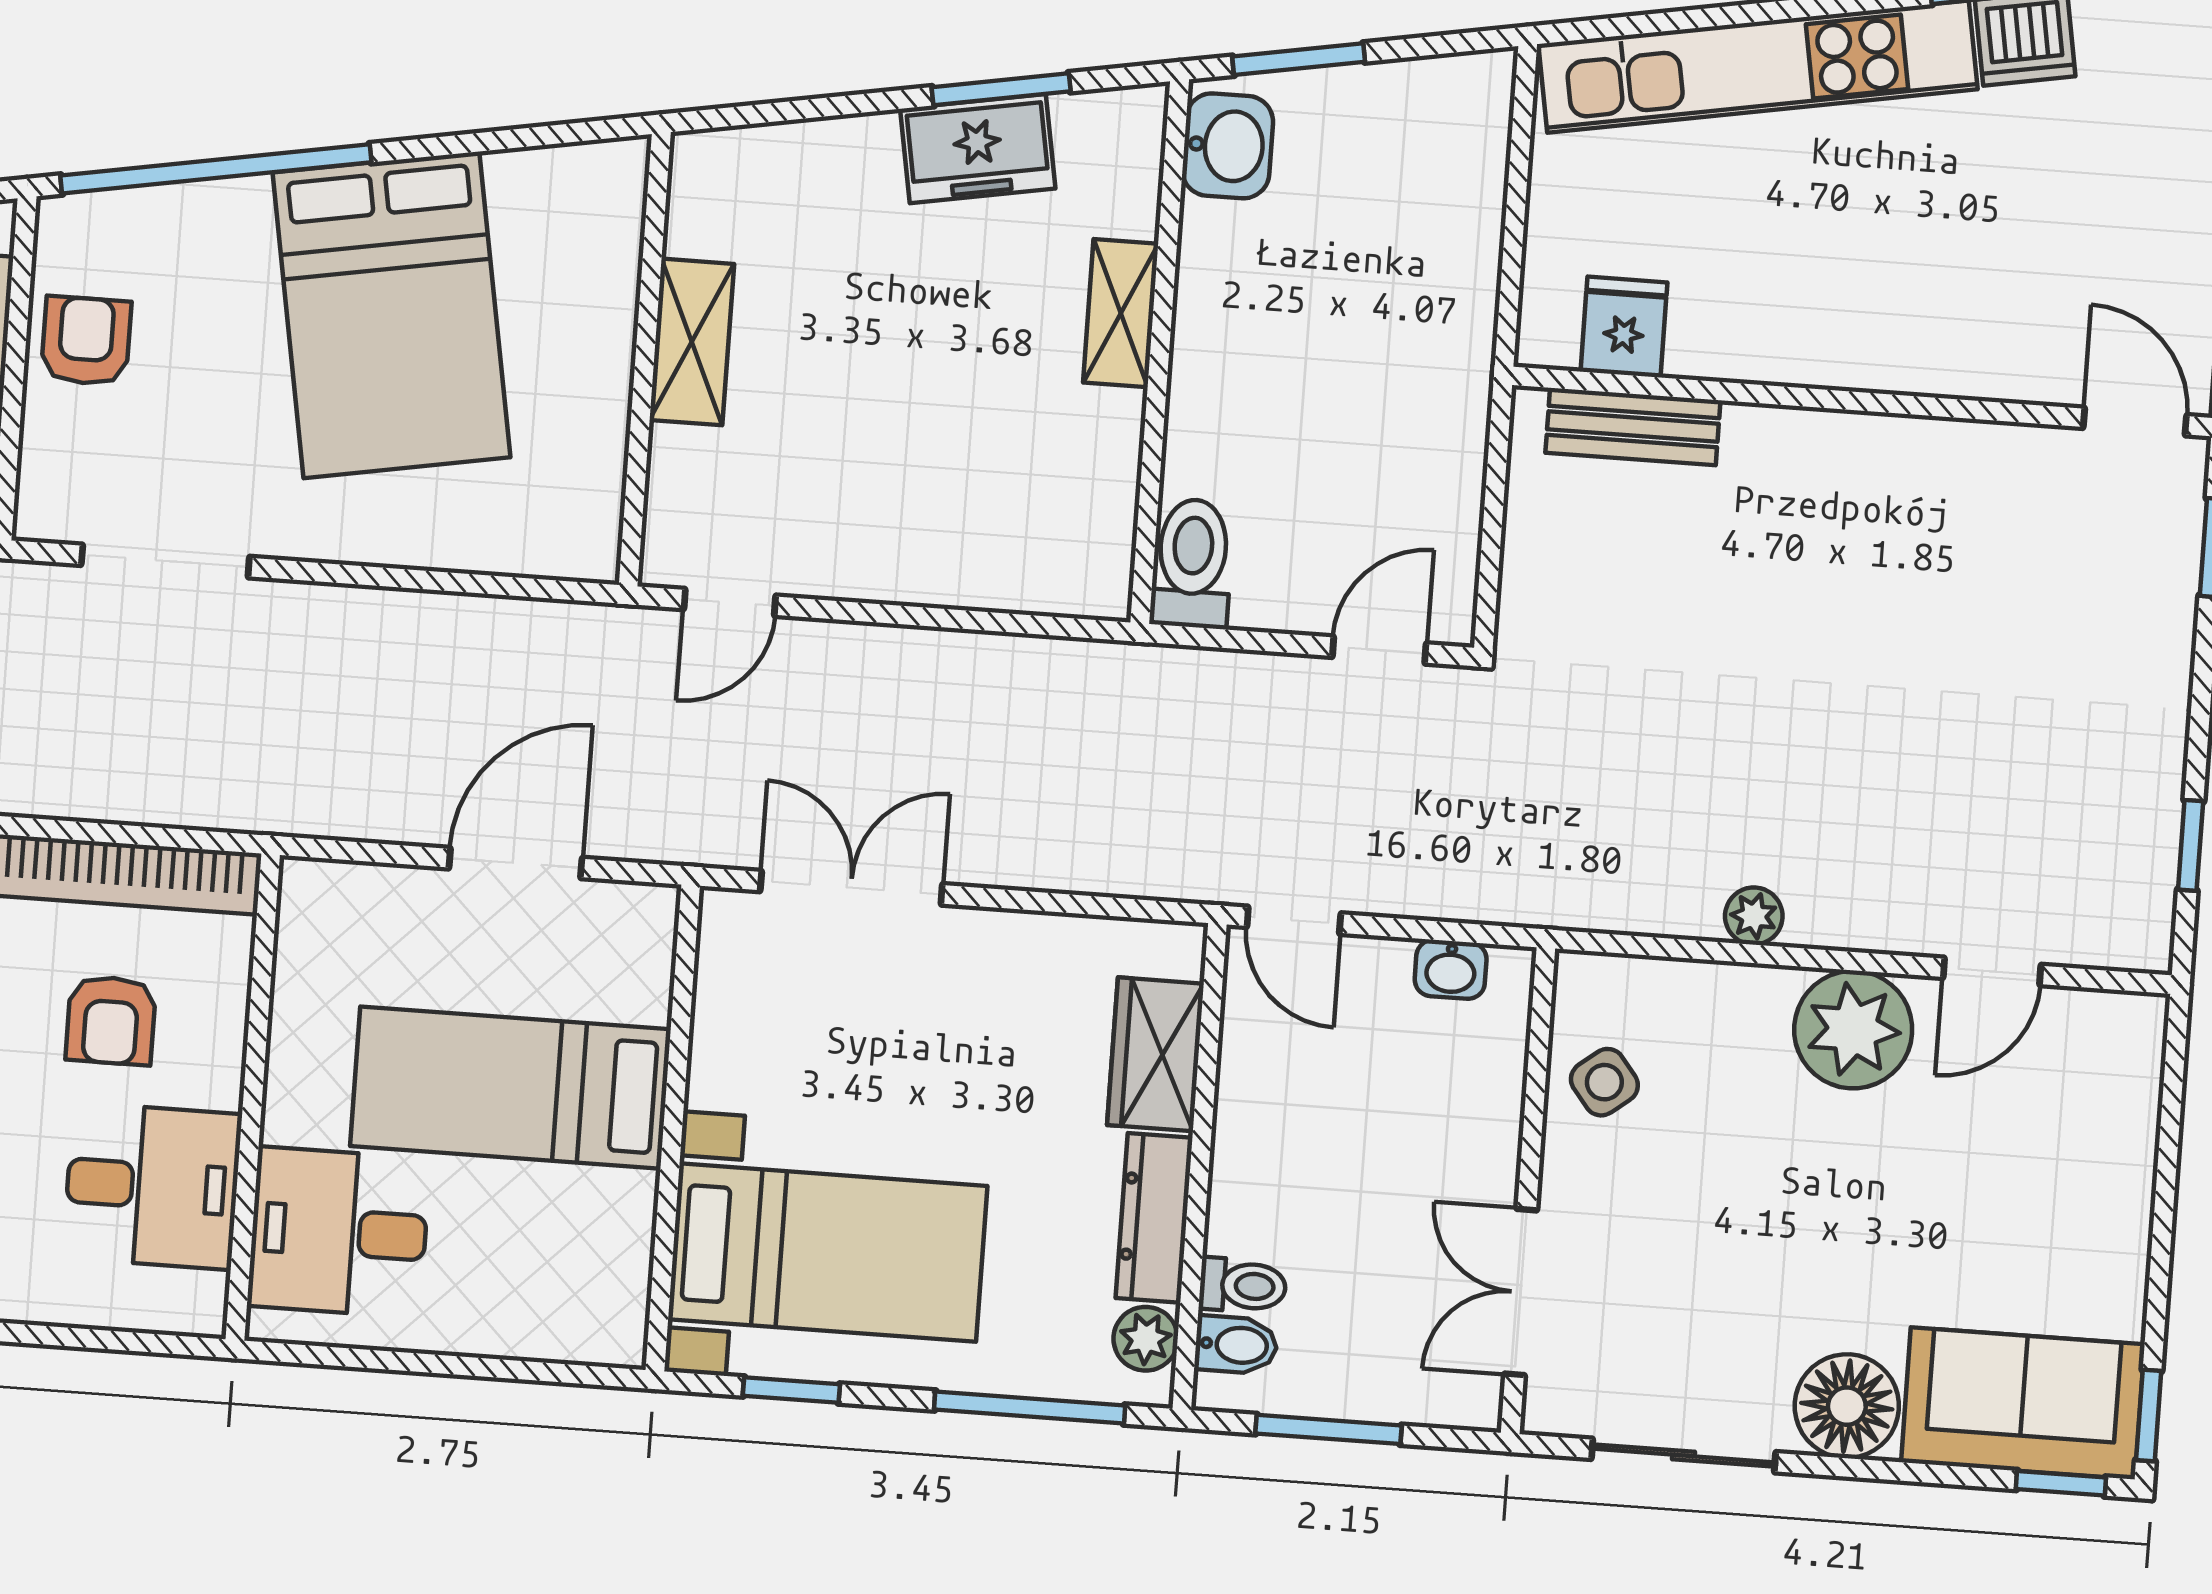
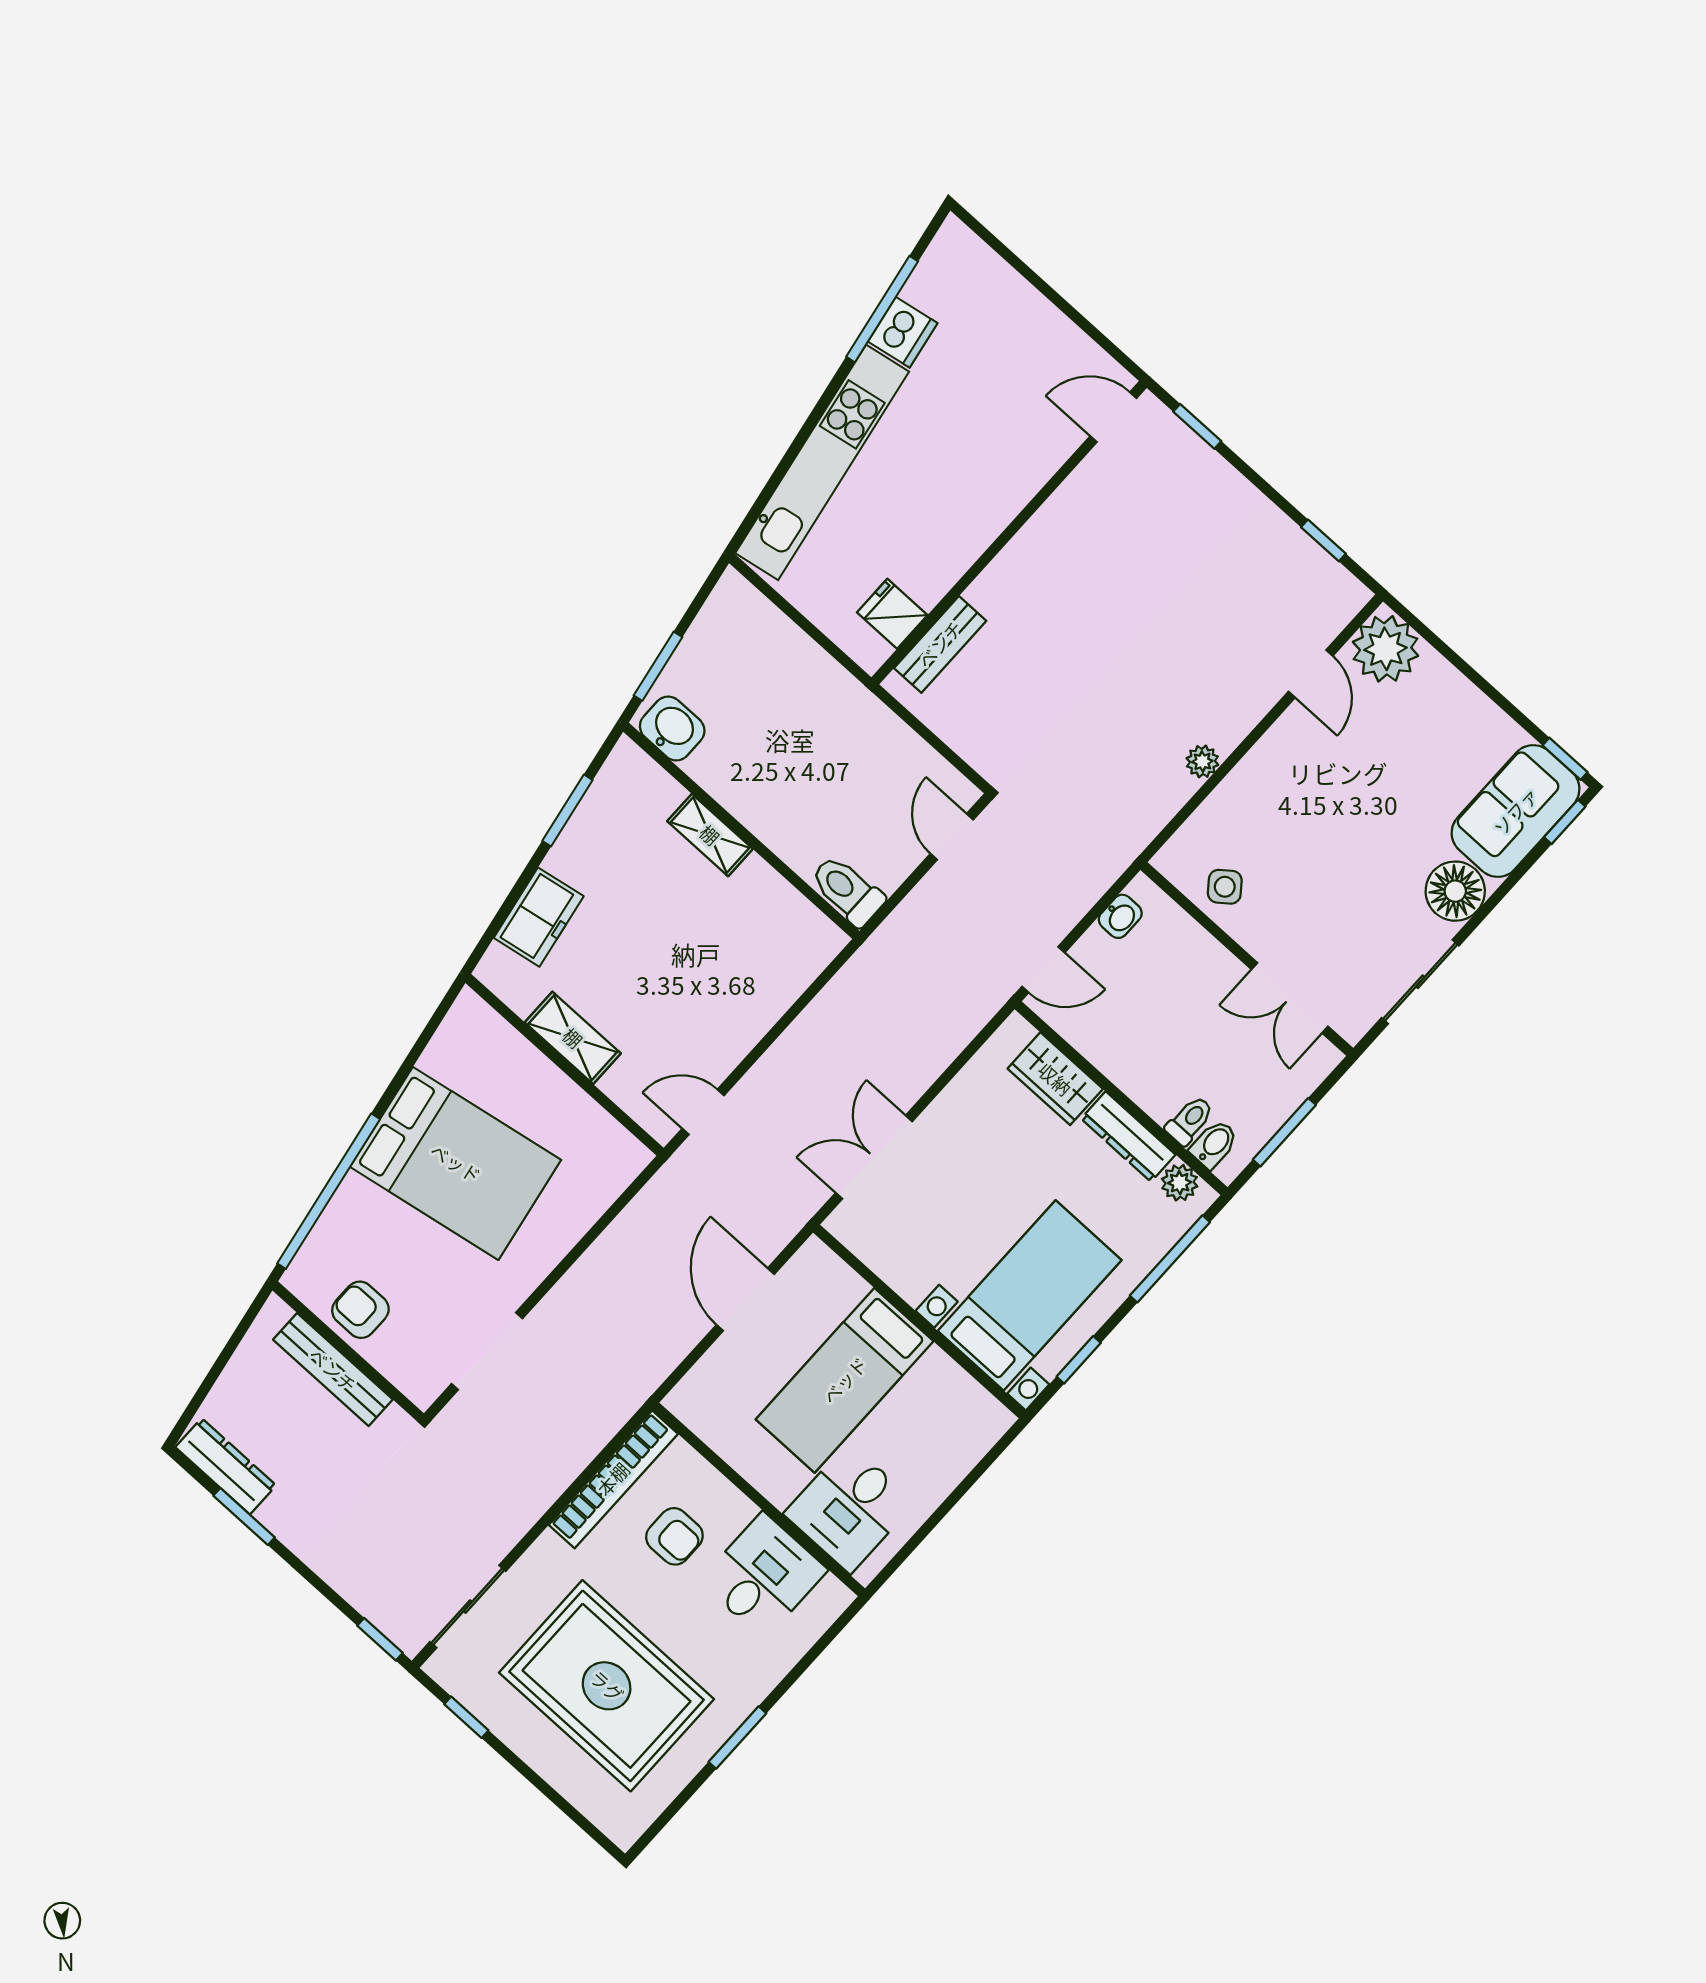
freezer: (978, 149) -> (539, 917), moved
door: (730, 602) -> (703, 1112), swing flipped
plant: (1853, 1030) -> (1386, 649), moved

